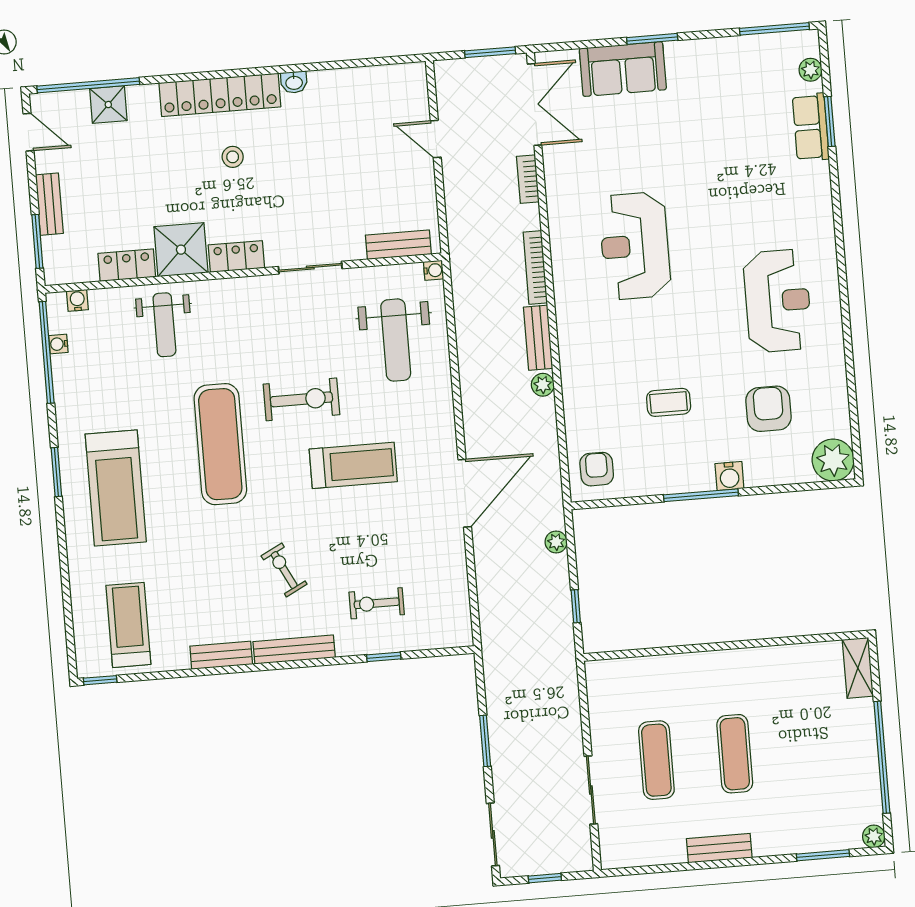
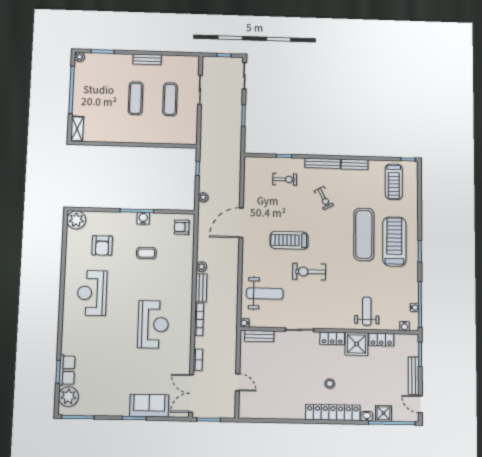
plant: (810, 70) -> (68, 397), width x1.87, depth x1.87
washbasin: (294, 82) -> (367, 416), moved
bench: (49, 204) -> (414, 376), width x1.36
weight bench: (396, 340) -> (265, 293), turned 90
exercise mat: (220, 444) -> (364, 234), moved
armchair: (597, 469) -> (182, 227), turned 90
water cooler: (729, 476) -> (143, 218), moved

